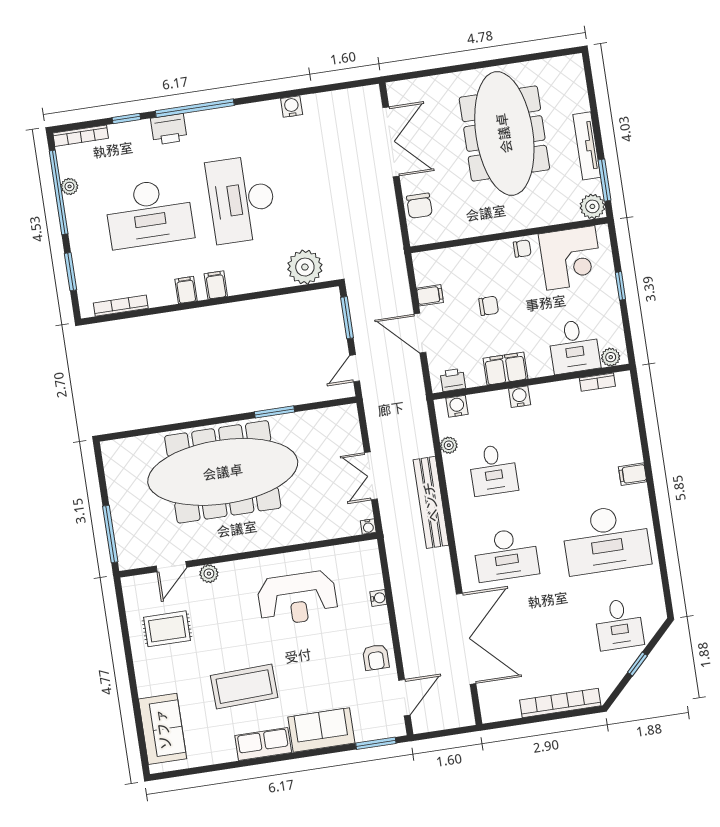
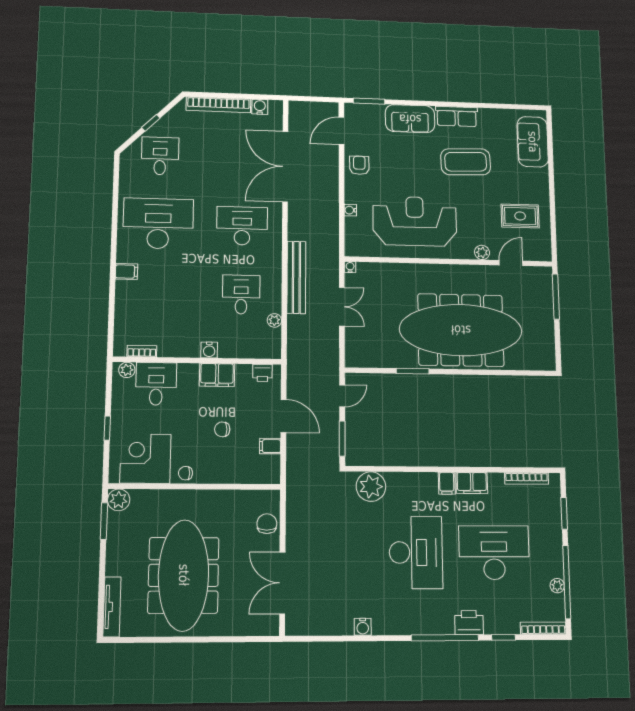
tv unit: (587, 146) -> (112, 607), moved
filing cabinet: (186, 290) -> (472, 483), width x2.00
water cooler: (457, 406) -> (260, 107), moved, turned 180
reception desk: (297, 598) -> (415, 221), width x1.36, depth x1.30

